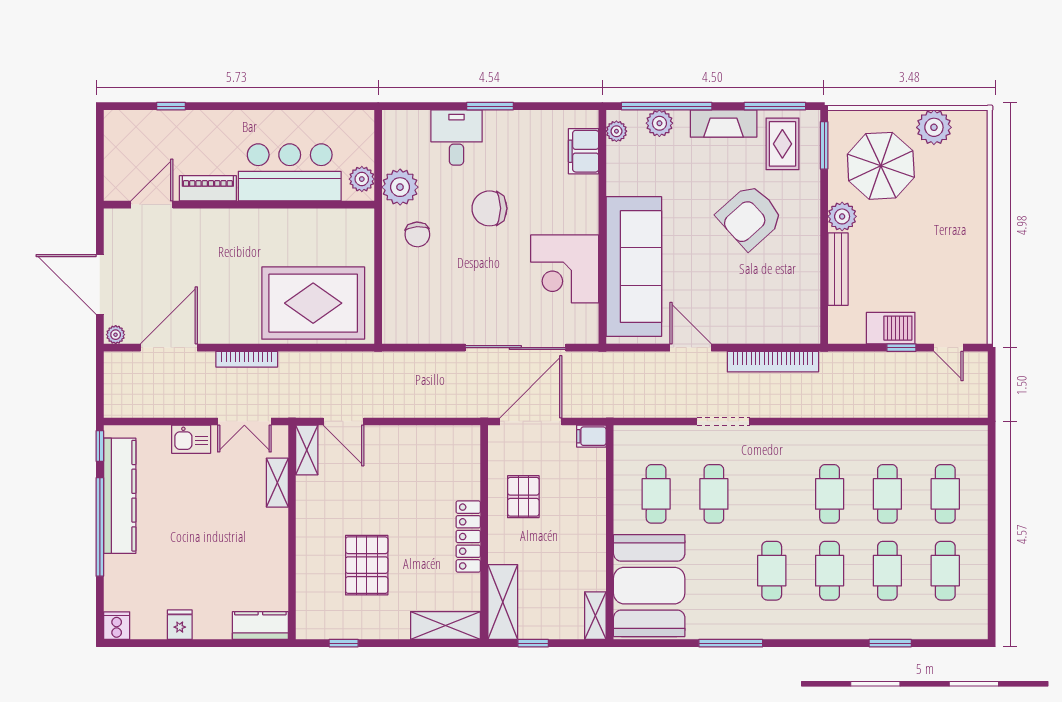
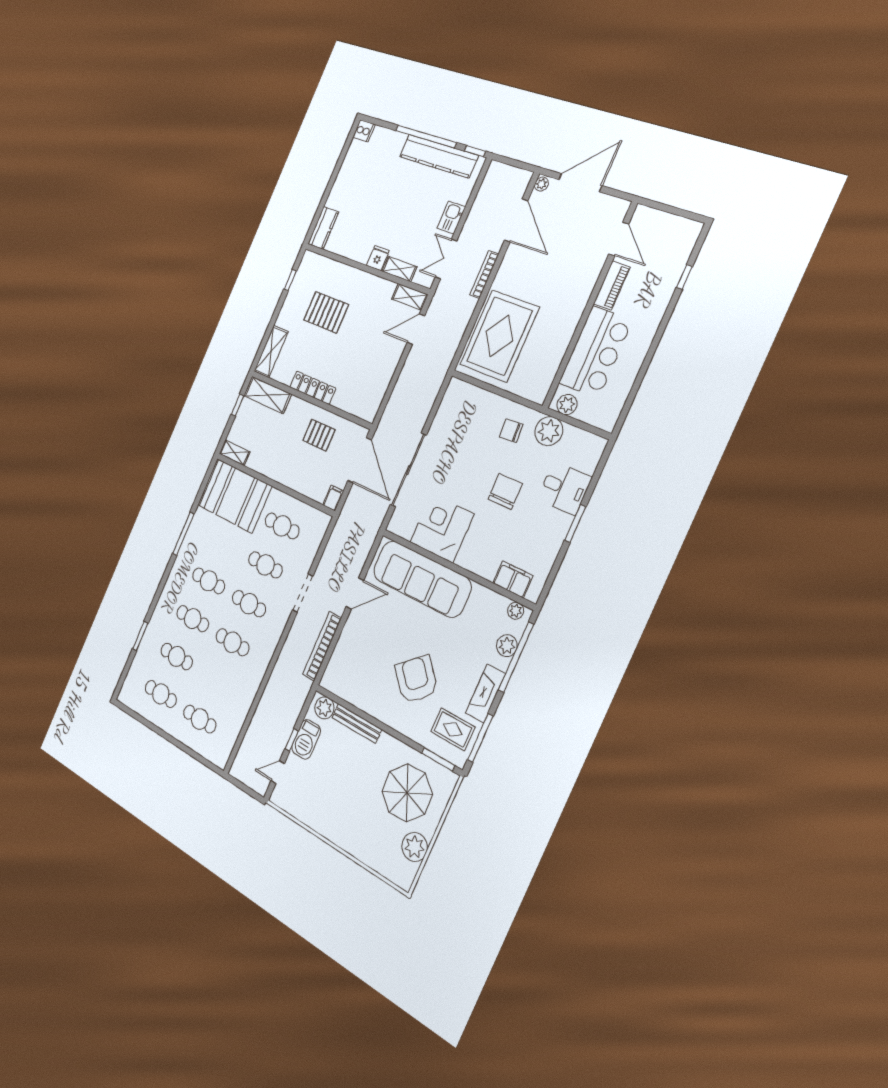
plant: (842, 216) -> (324, 708), moved
cafe table: (887, 494) -> (249, 604), moved
fridge: (180, 625) -> (378, 258), moved, turned -90

